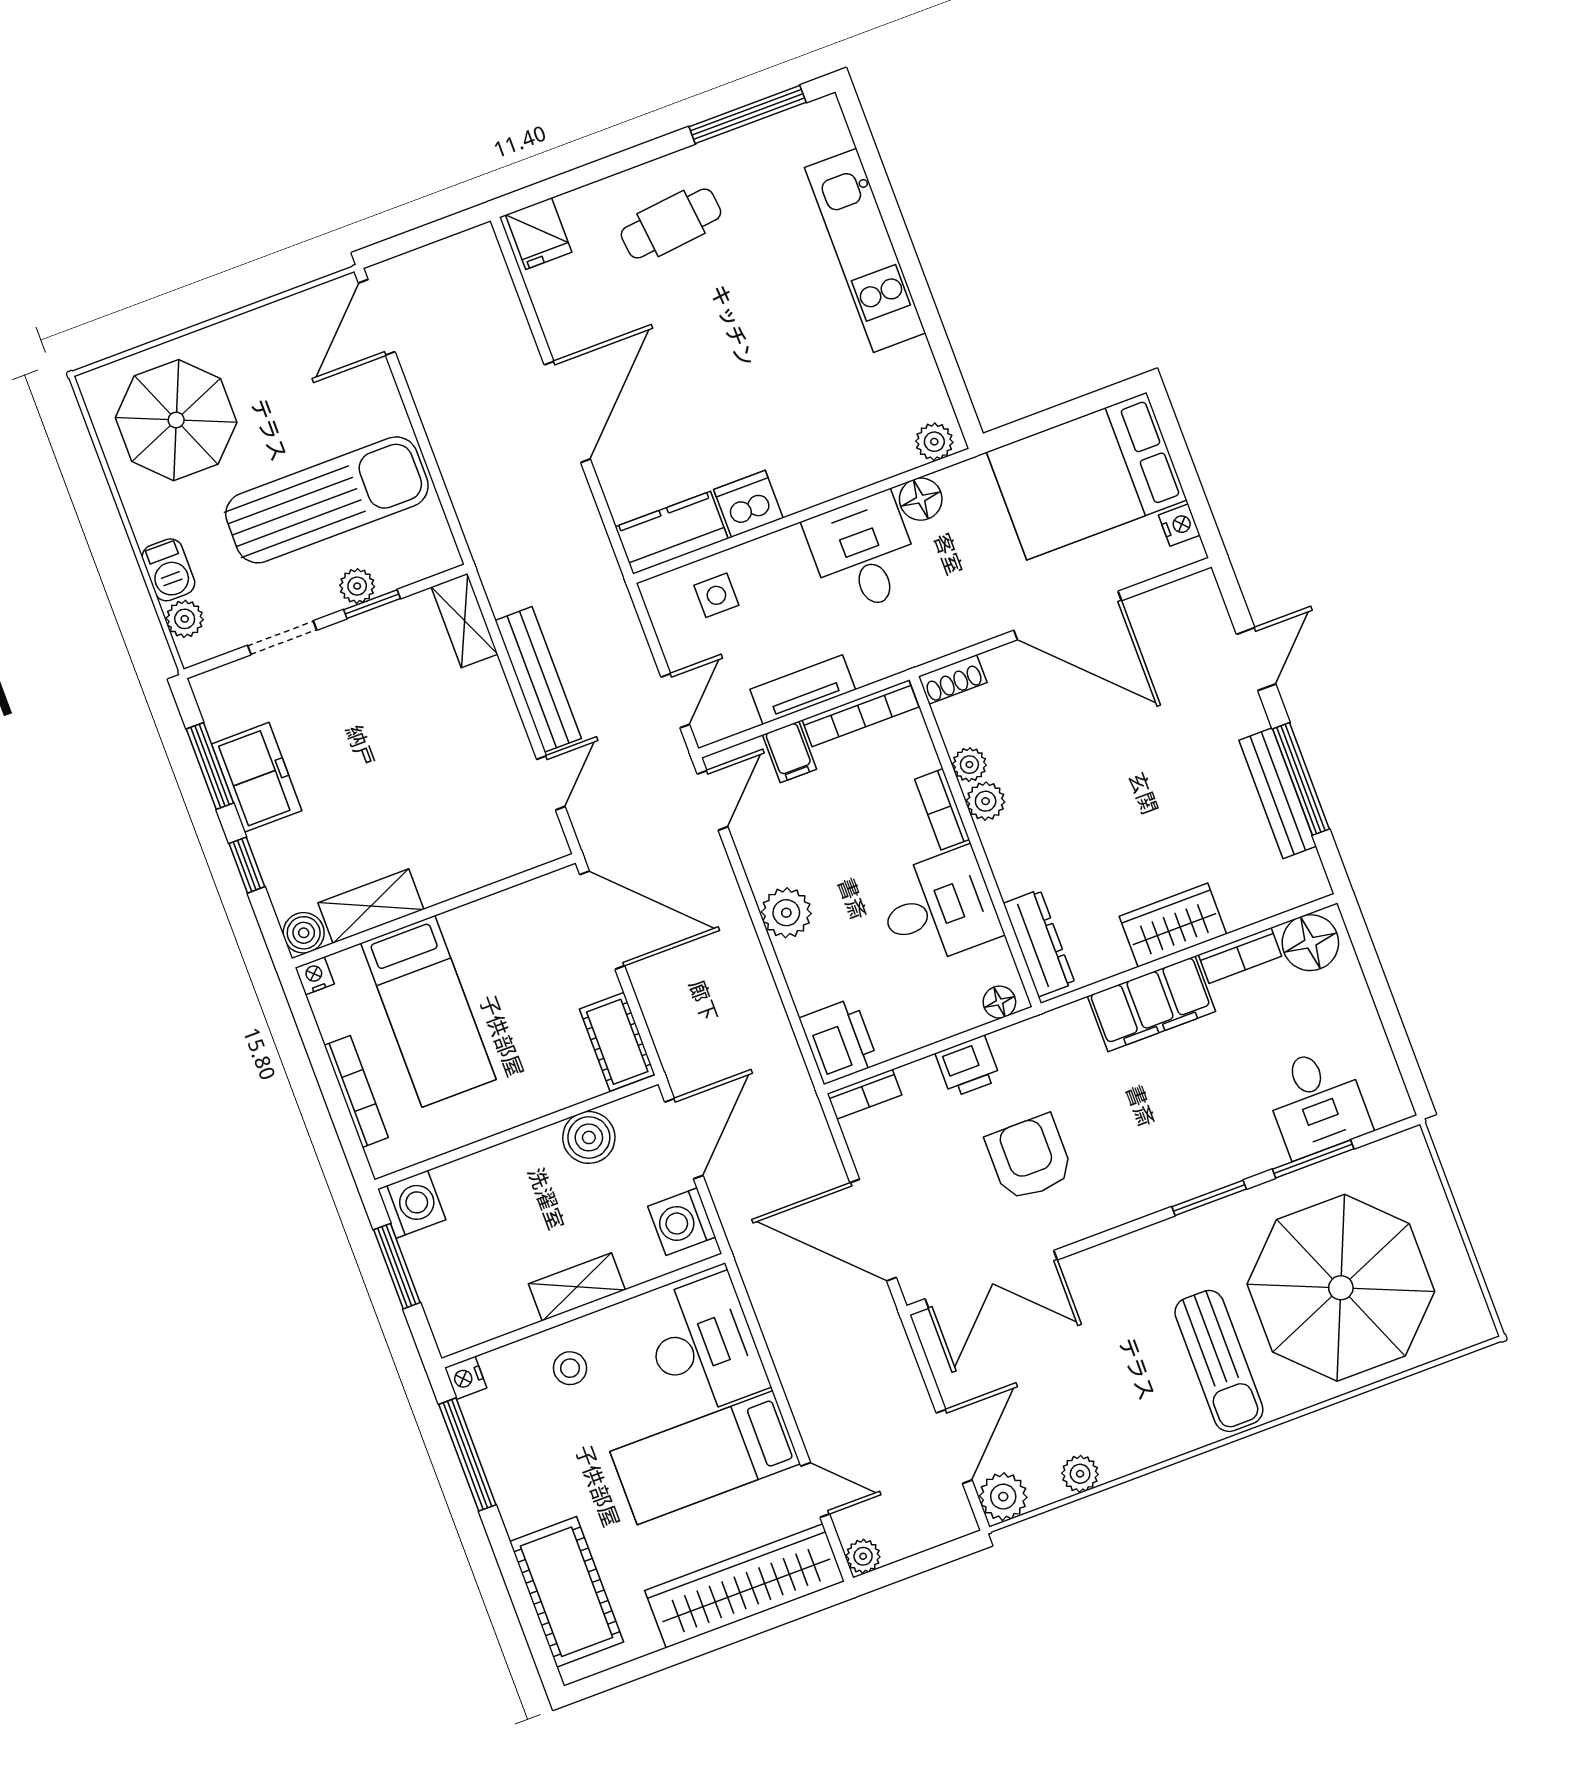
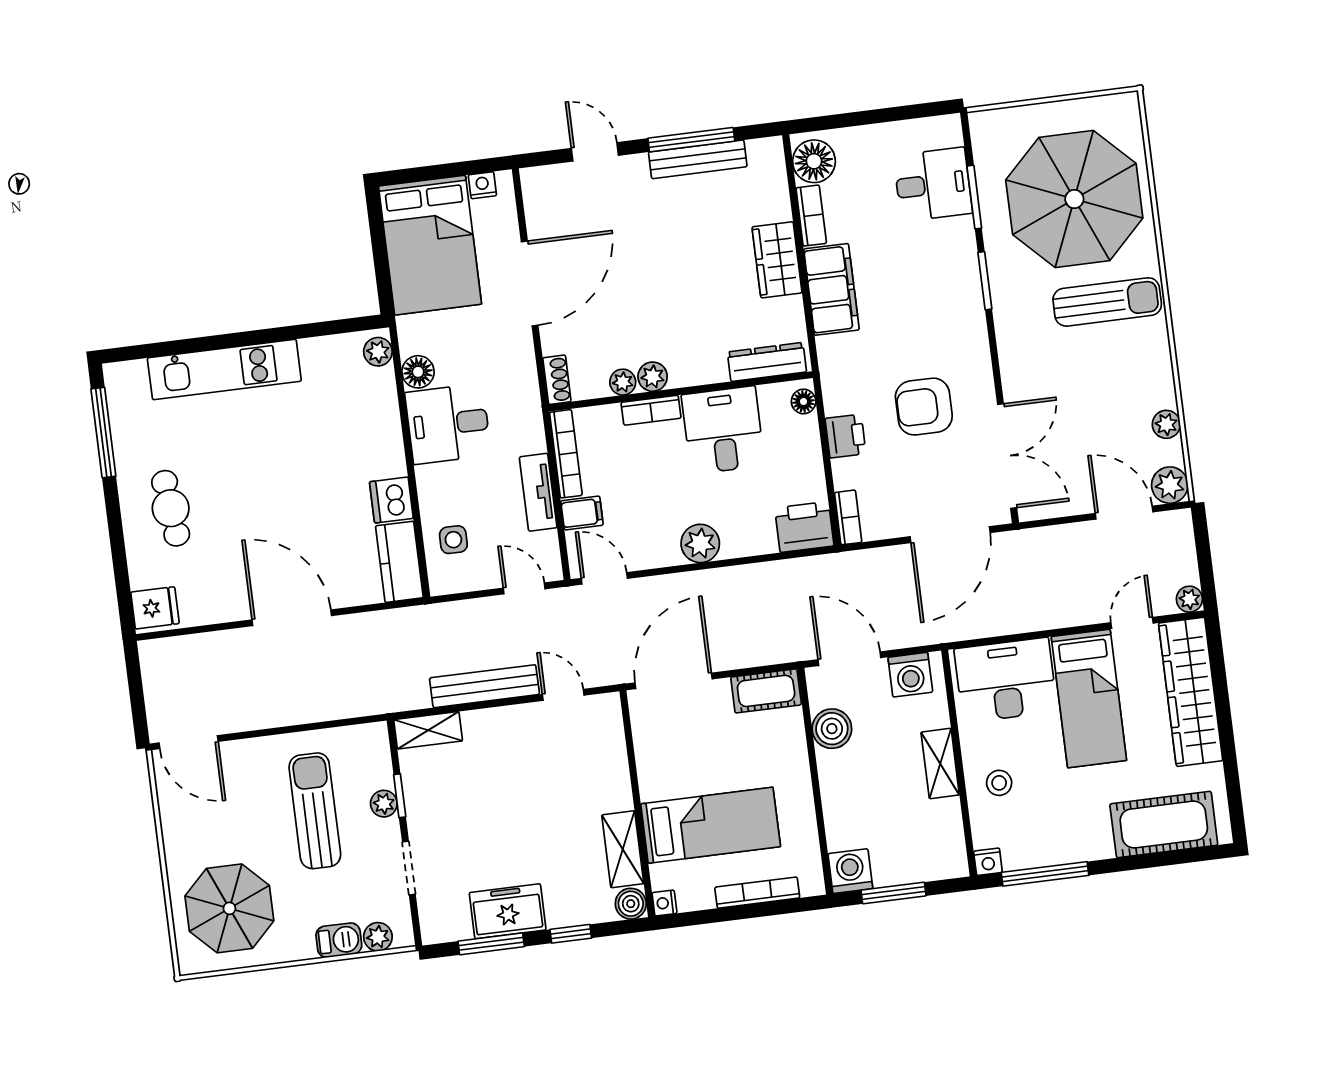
sun lounger: (327, 500) -> (315, 811), width x0.73, depth x0.75

